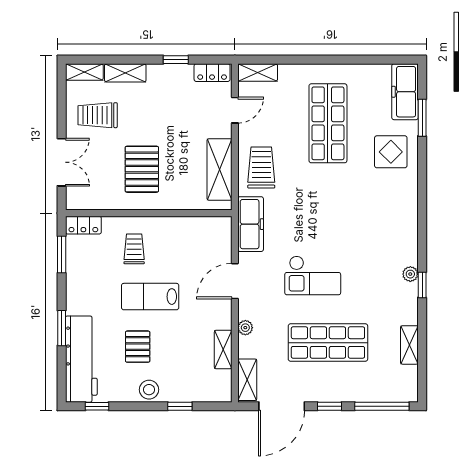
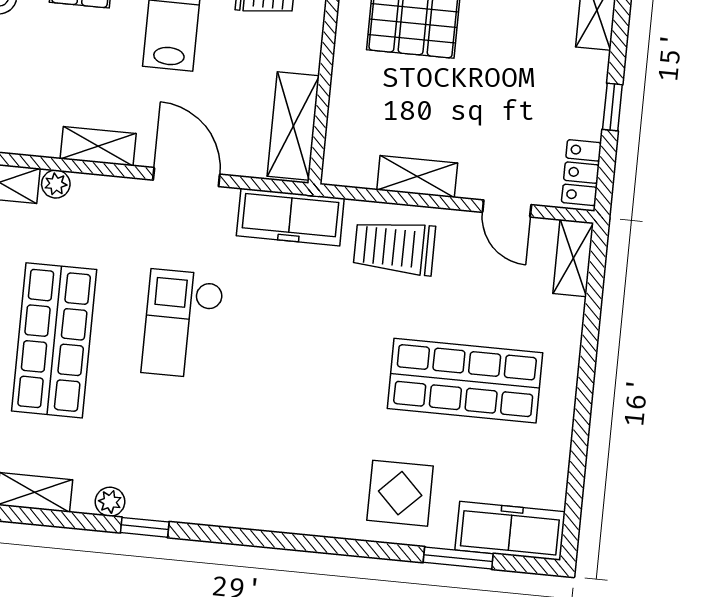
trolley: (261, 168) -> (394, 247), turned 180
shelving: (219, 169) -> (417, 176), width x0.67, depth x0.75
shelving: (202, 227) -> (293, 126), added
plant: (410, 274) -> (110, 502), moved
plant: (245, 328) -> (56, 184), moved
shelving: (223, 350) -> (98, 146), moved

